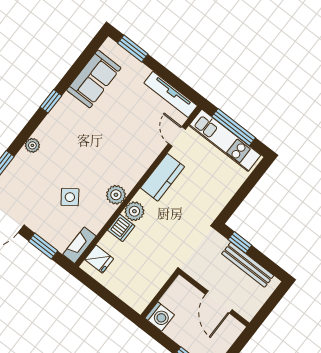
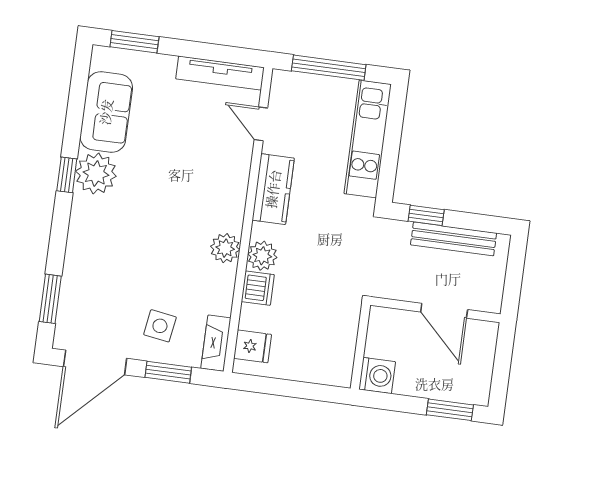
kitchen unit: (225, 140) -> (368, 139), moved, turned 90
plant: (32, 145) -> (96, 174), moved, width x1.88, depth x1.88
side table: (70, 197) -> (160, 326), moved, turned 45

